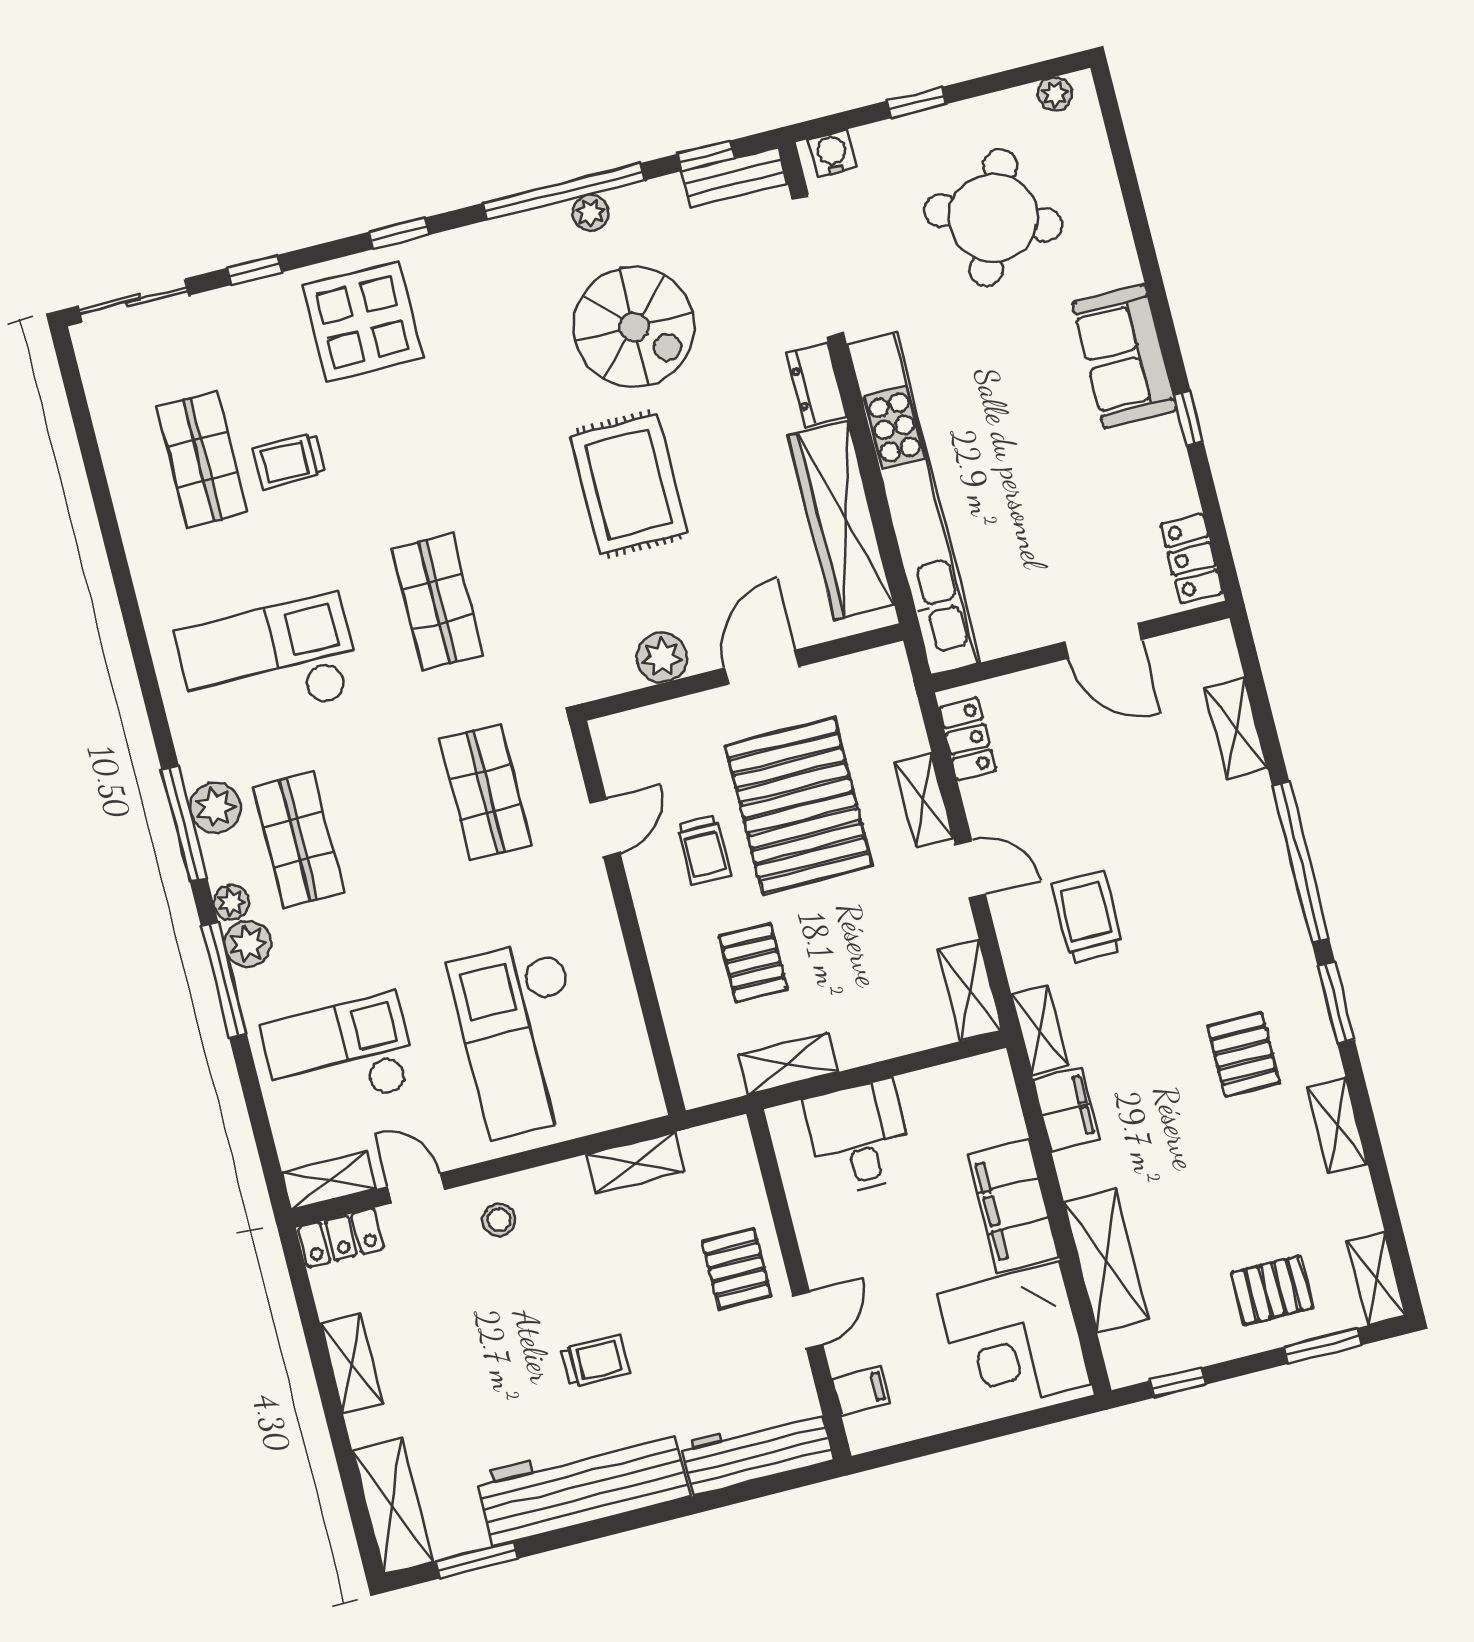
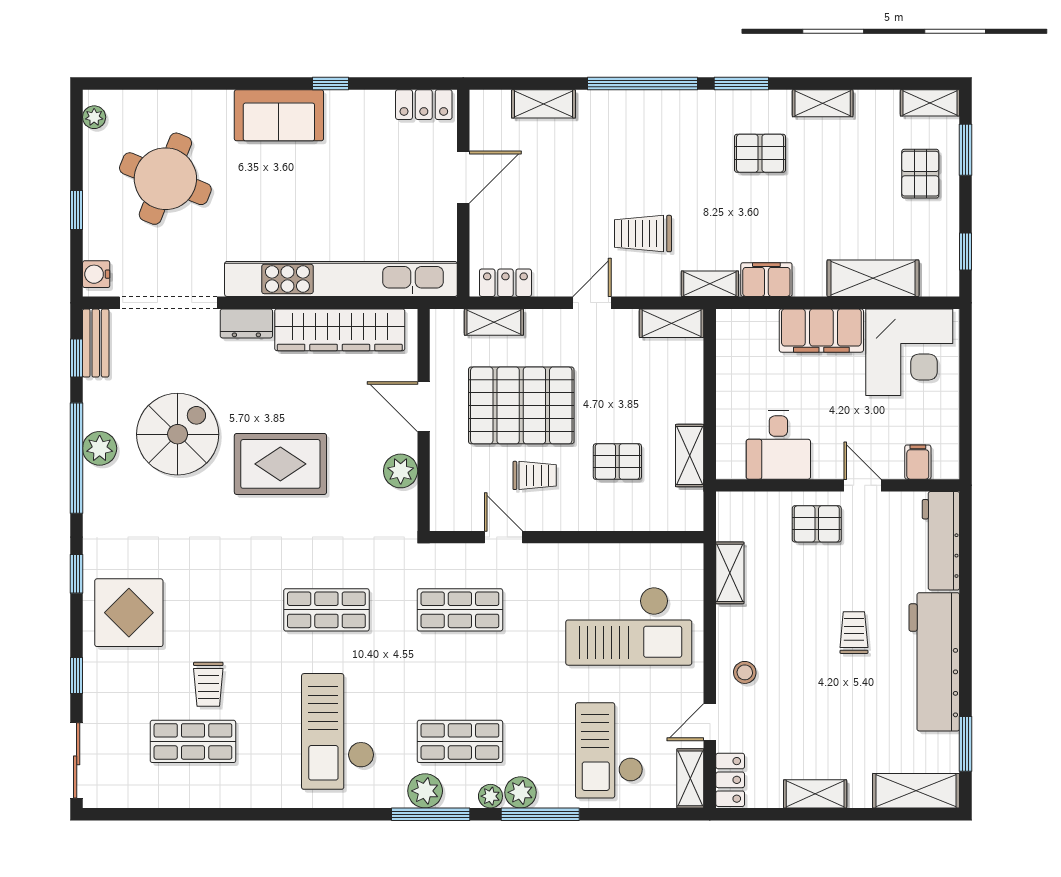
plant: (591, 213) -> (100, 448), width x1.38, depth x1.38
shelving: (924, 800) -> (494, 322), moved
desk: (859, 1137) -> (778, 445), moved, turned -90

